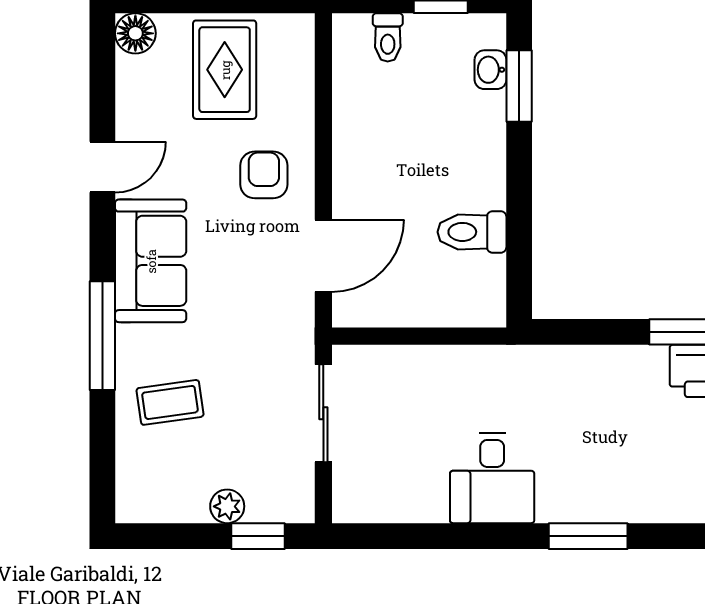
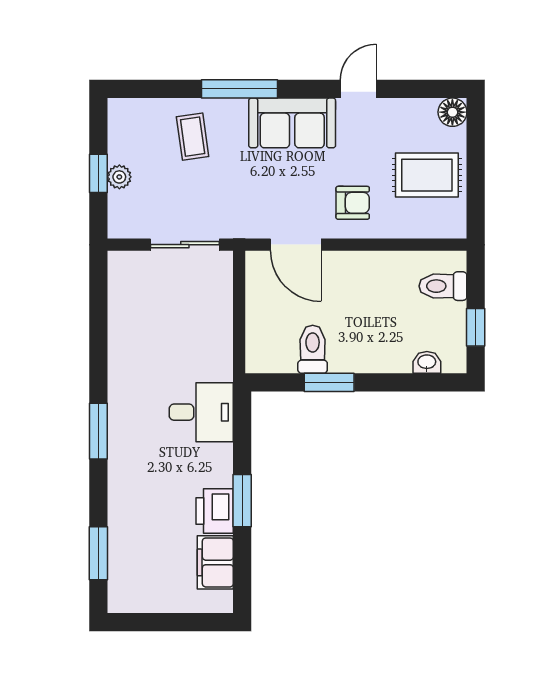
toilet: (388, 37) -> (443, 286), width x1.37, depth x1.39
window: (519, 86) -> (329, 382), moved
door: (102, 167) -> (358, 89), swing flipped
desk: (492, 478) -> (201, 412), moved, turned 180
window: (258, 536) -> (98, 173), moved

